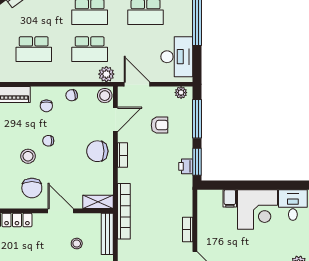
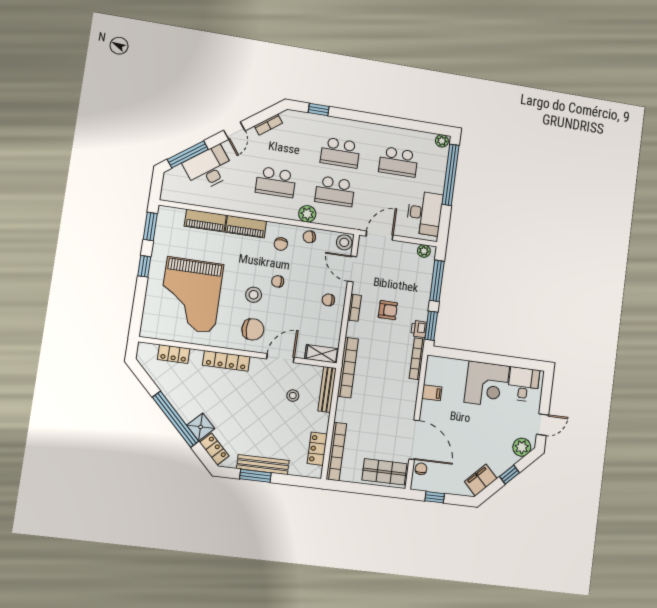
plant: (106, 74) -> (307, 214), moved
door: (137, 84) -> (380, 236), hinge flipped
door: (115, 119) -> (352, 269), swing flipped
armchair: (160, 125) -> (388, 310), moved
chair: (97, 151) -> (328, 300), width x0.54, depth x0.54
chair: (32, 188) -> (253, 329), turned -90
filing cabinet: (230, 198) -> (432, 393), moved, turned -90
door: (61, 211) -> (280, 358), hinge flipped
bookcase: (188, 229) -> (417, 359), moved, width x1.56

